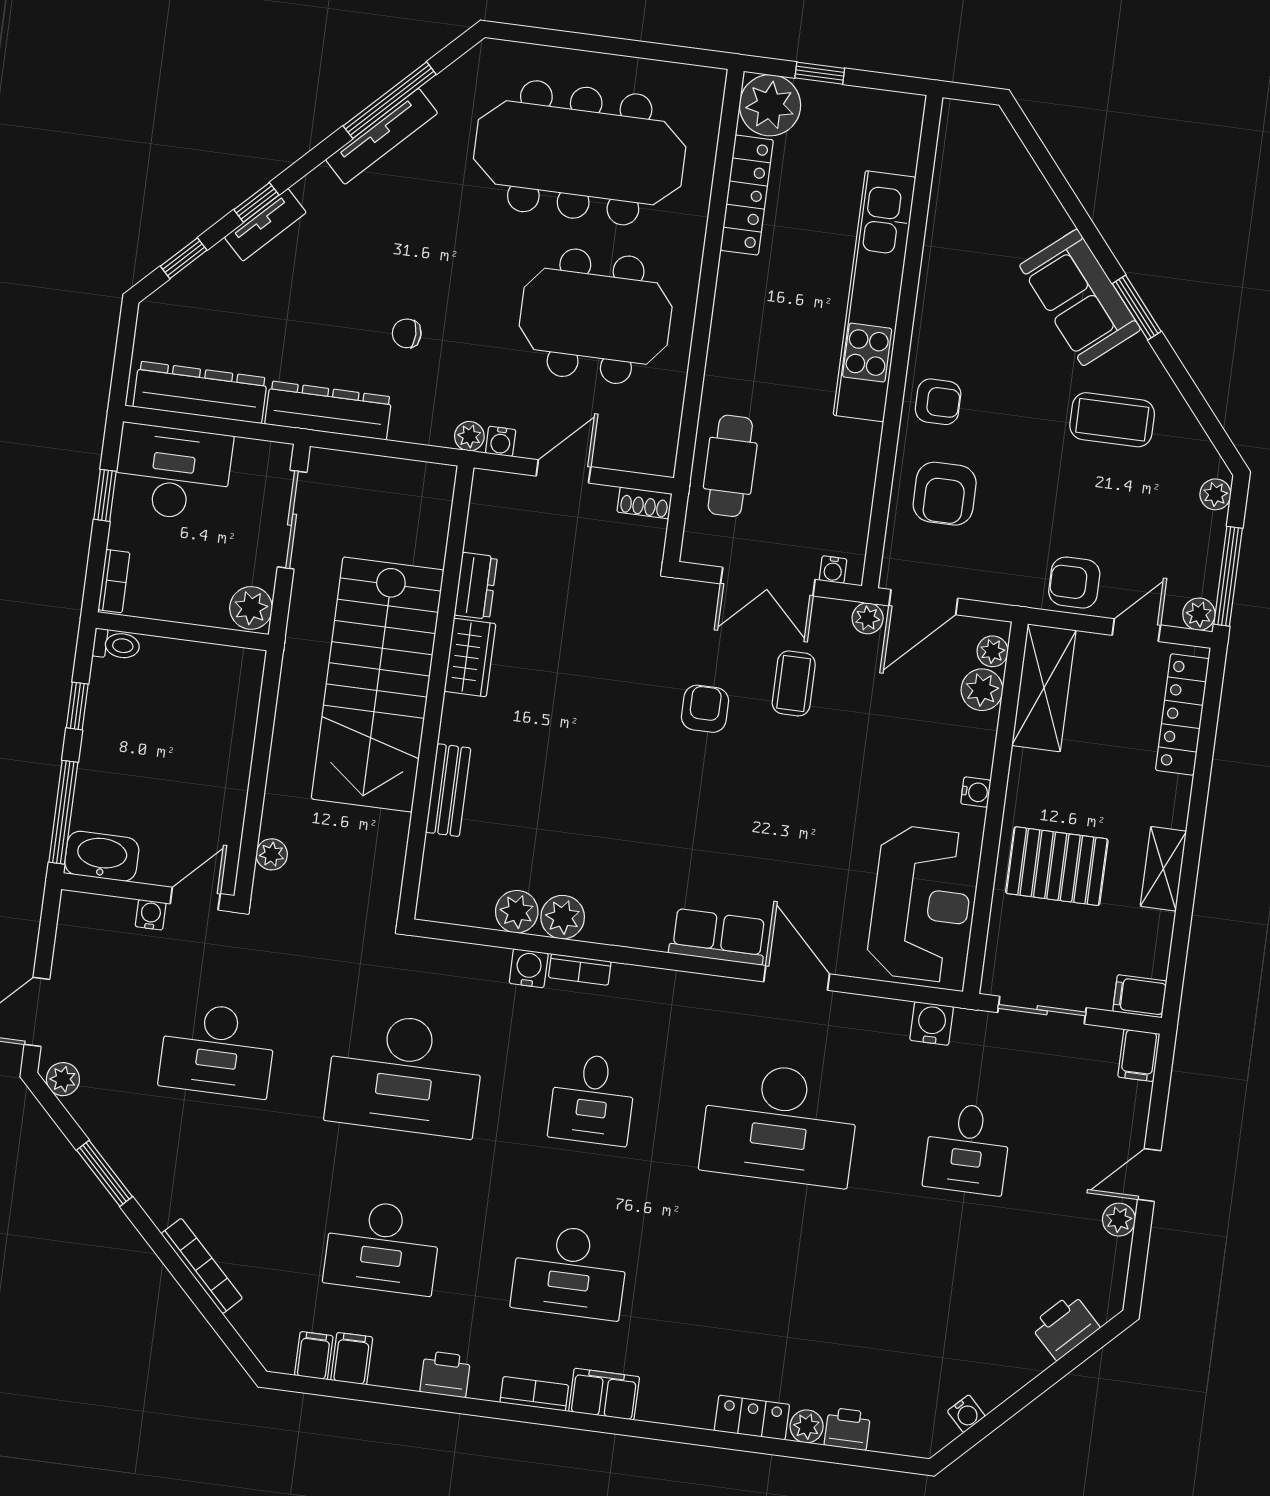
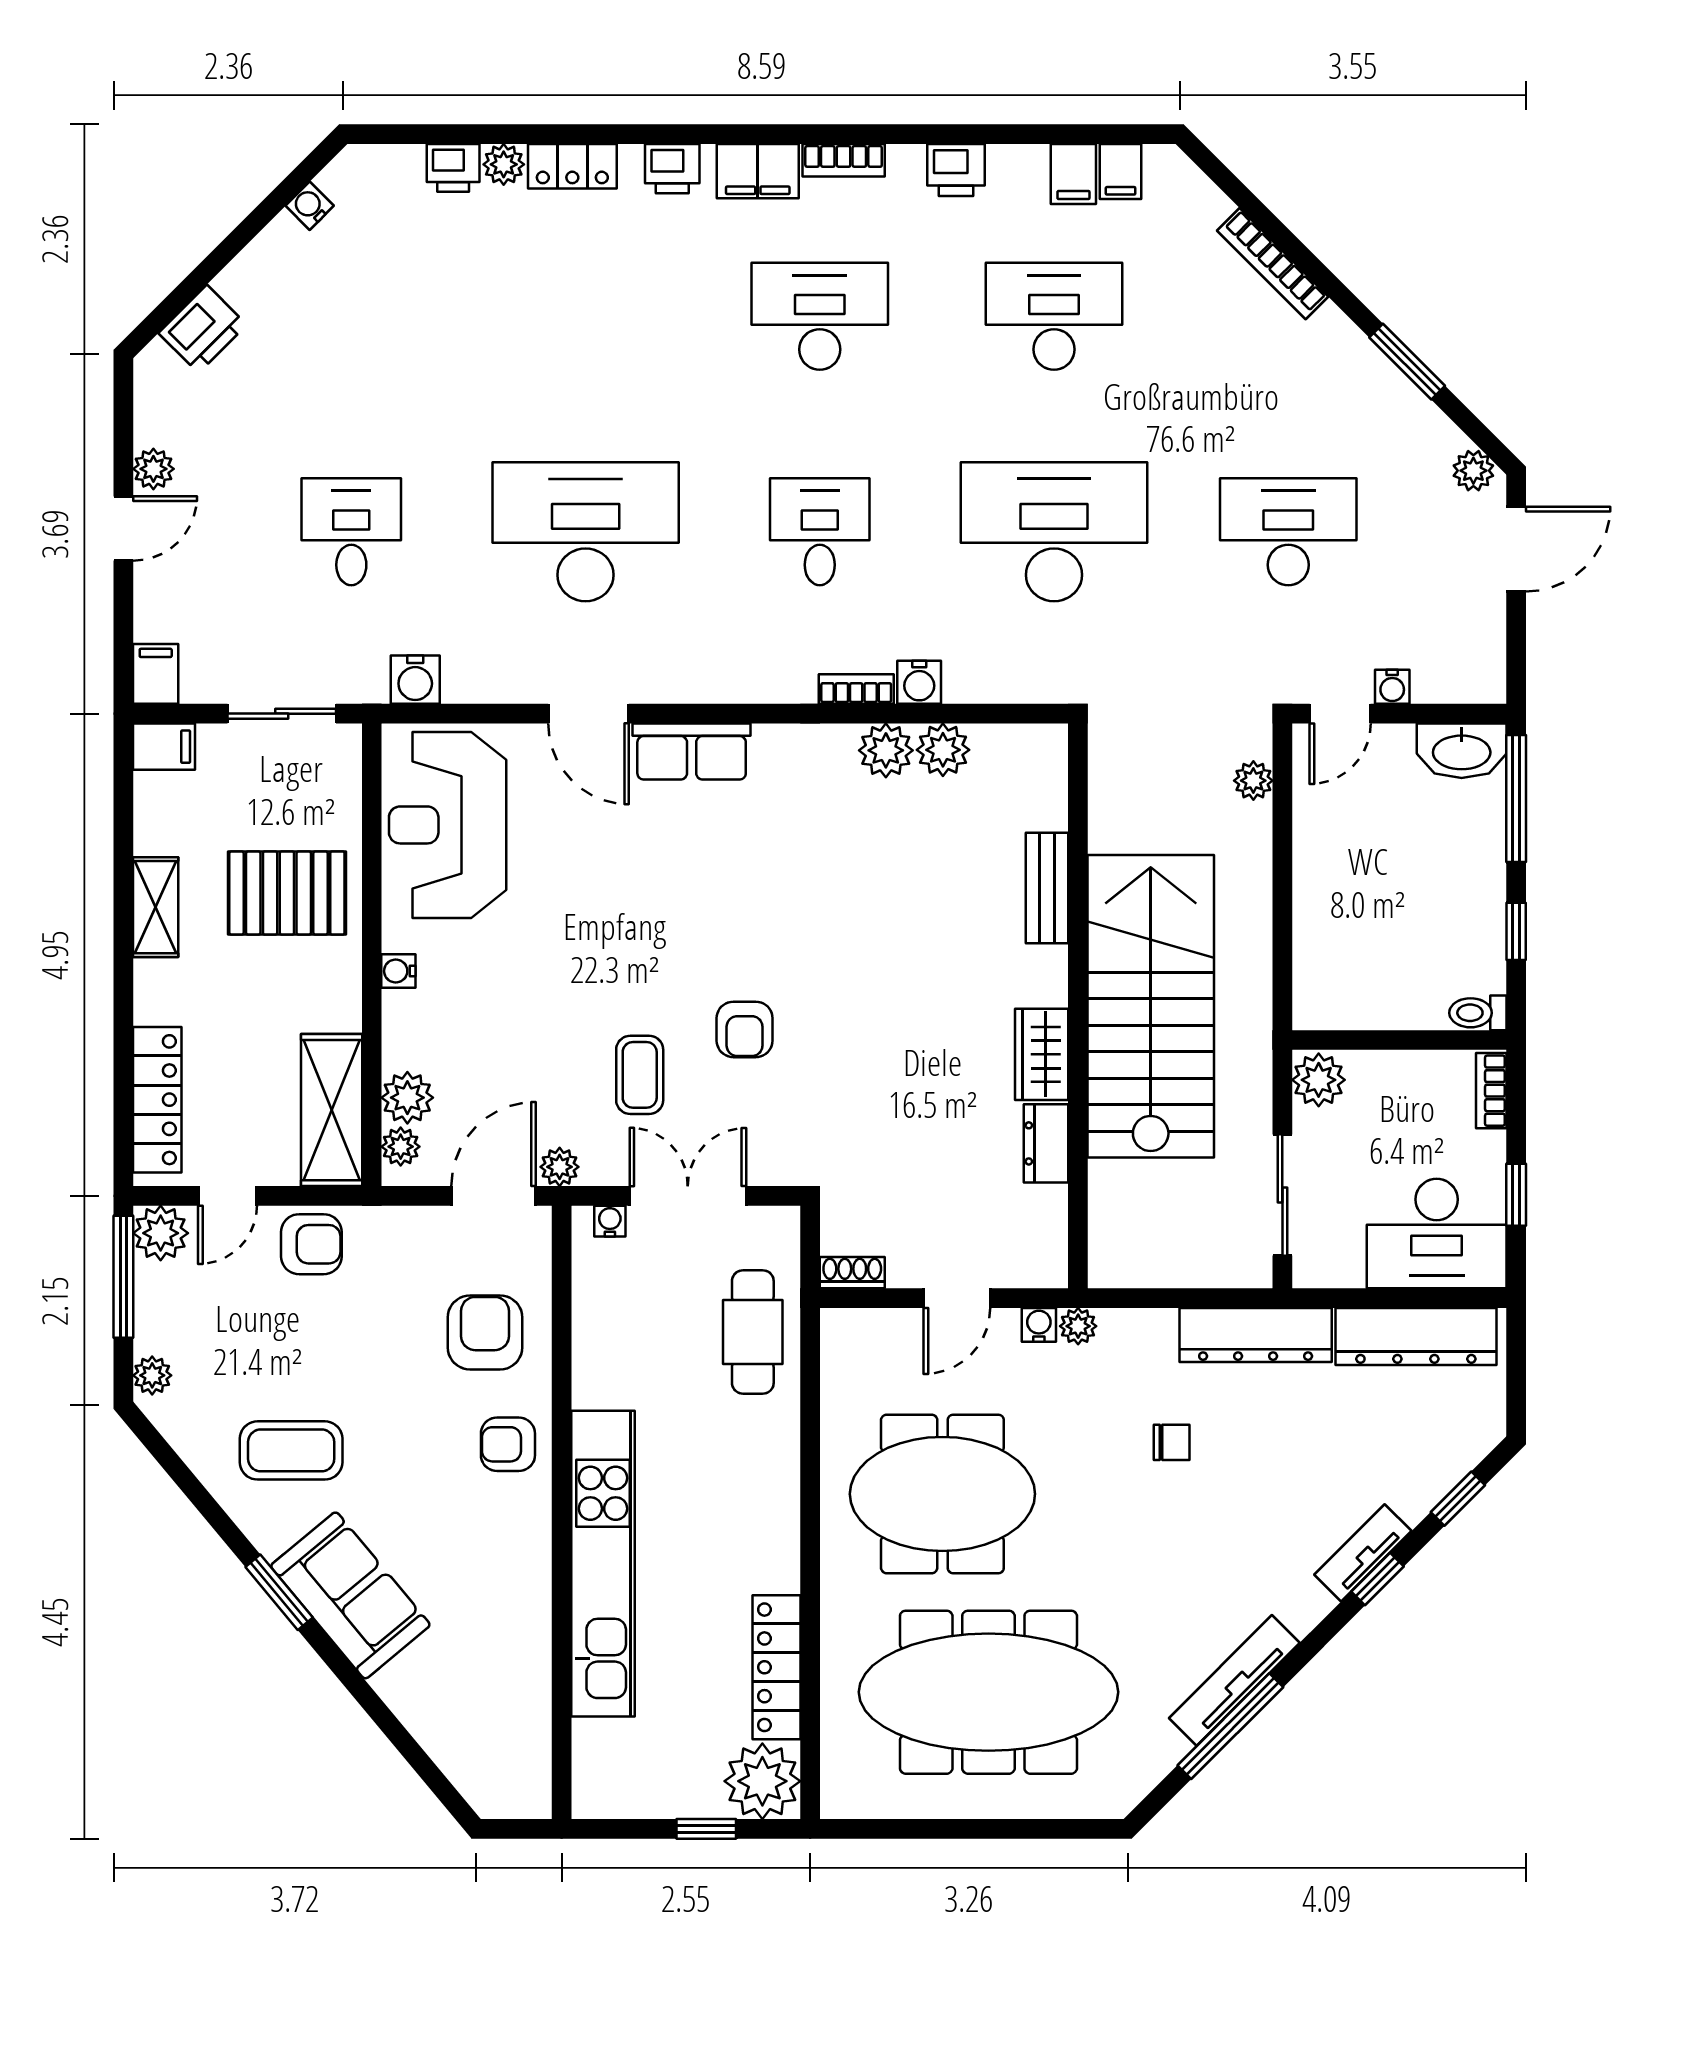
plant: (1199, 614) -> (161, 1233), width x1.38, depth x1.38
printer: (672, 1405) -> (672, 169), added

